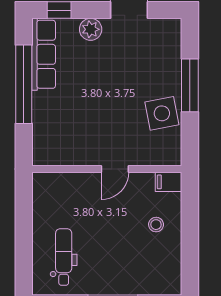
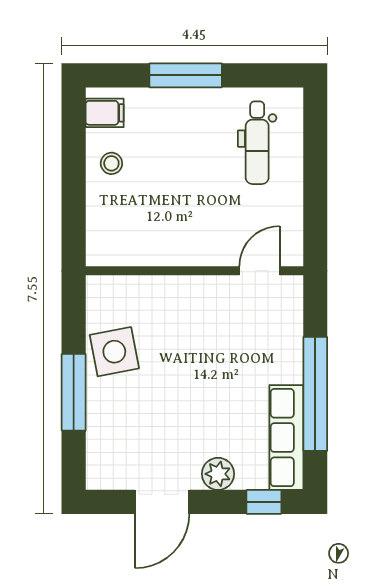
door: (115, 169) -> (259, 271), moved
filing cabinet: (169, 182) -> (105, 113), moved
stool: (156, 225) -> (111, 163), moved

